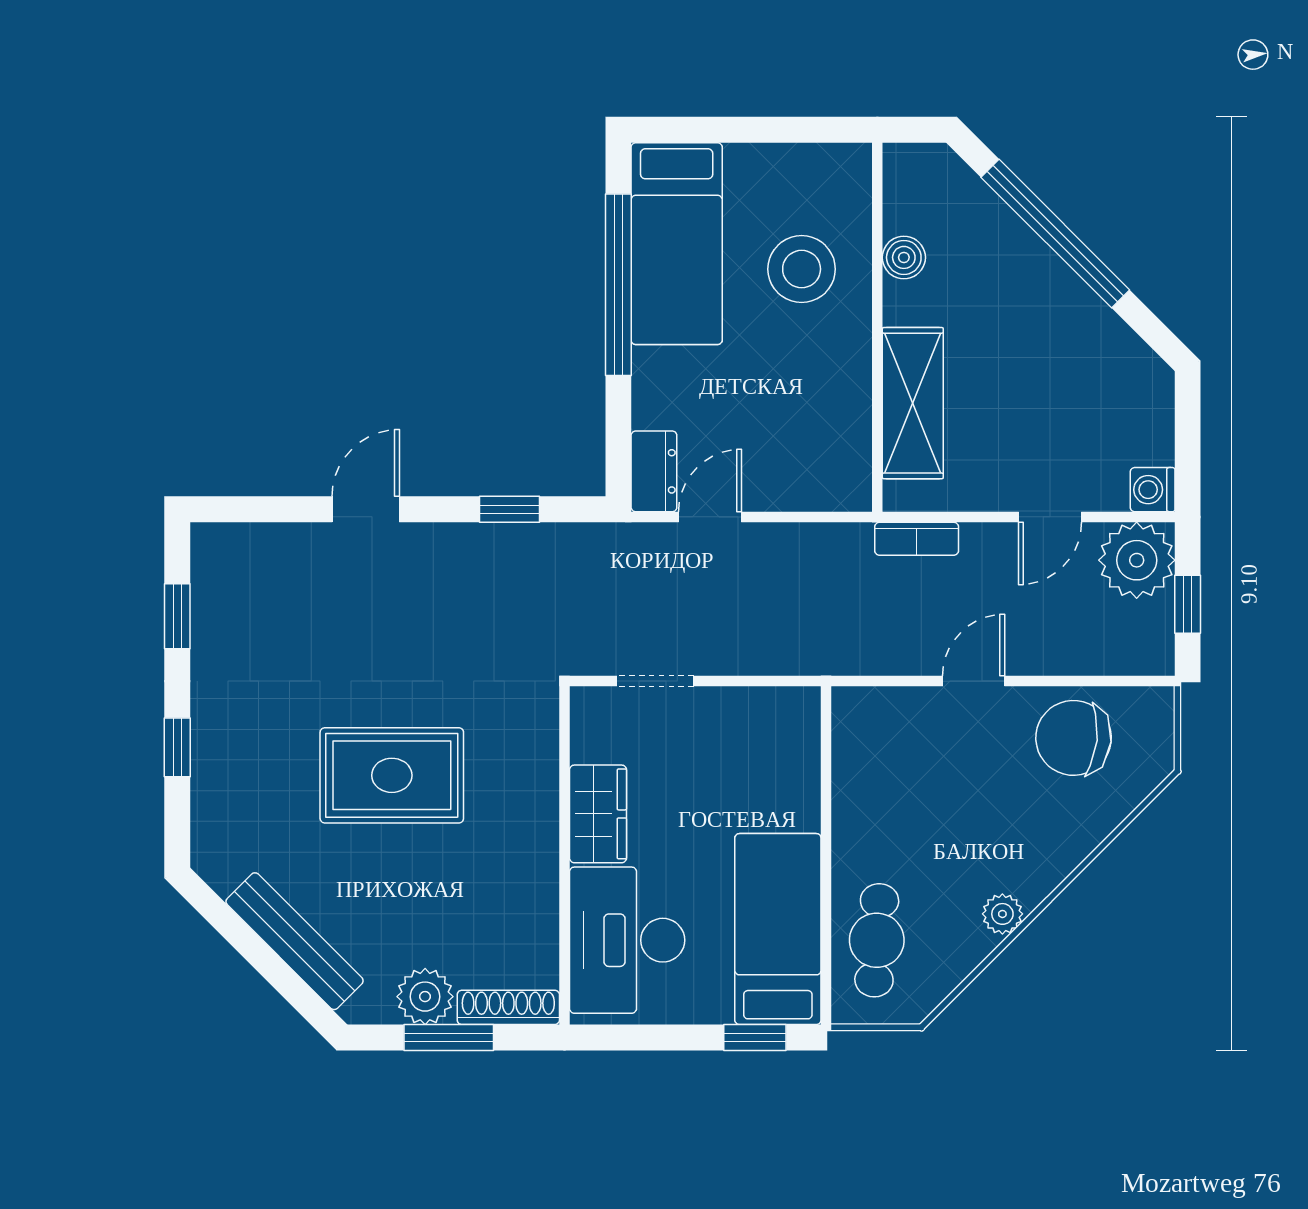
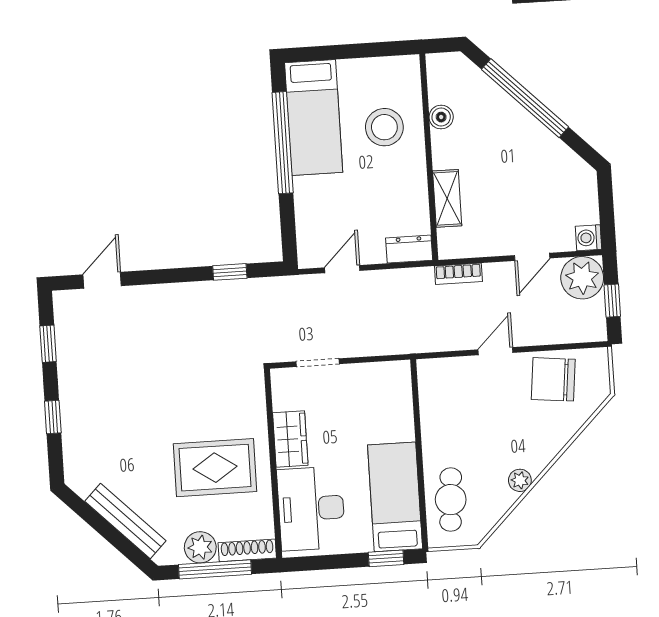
shelving: (913, 403) -> (447, 198), width x0.67, depth x0.75
dresser: (654, 471) -> (409, 249), moved, turned -90
door: (366, 509) -> (102, 280), moved
rug: (392, 775) -> (215, 468), moved
window: (449, 1038) -> (215, 569), width x1.44

